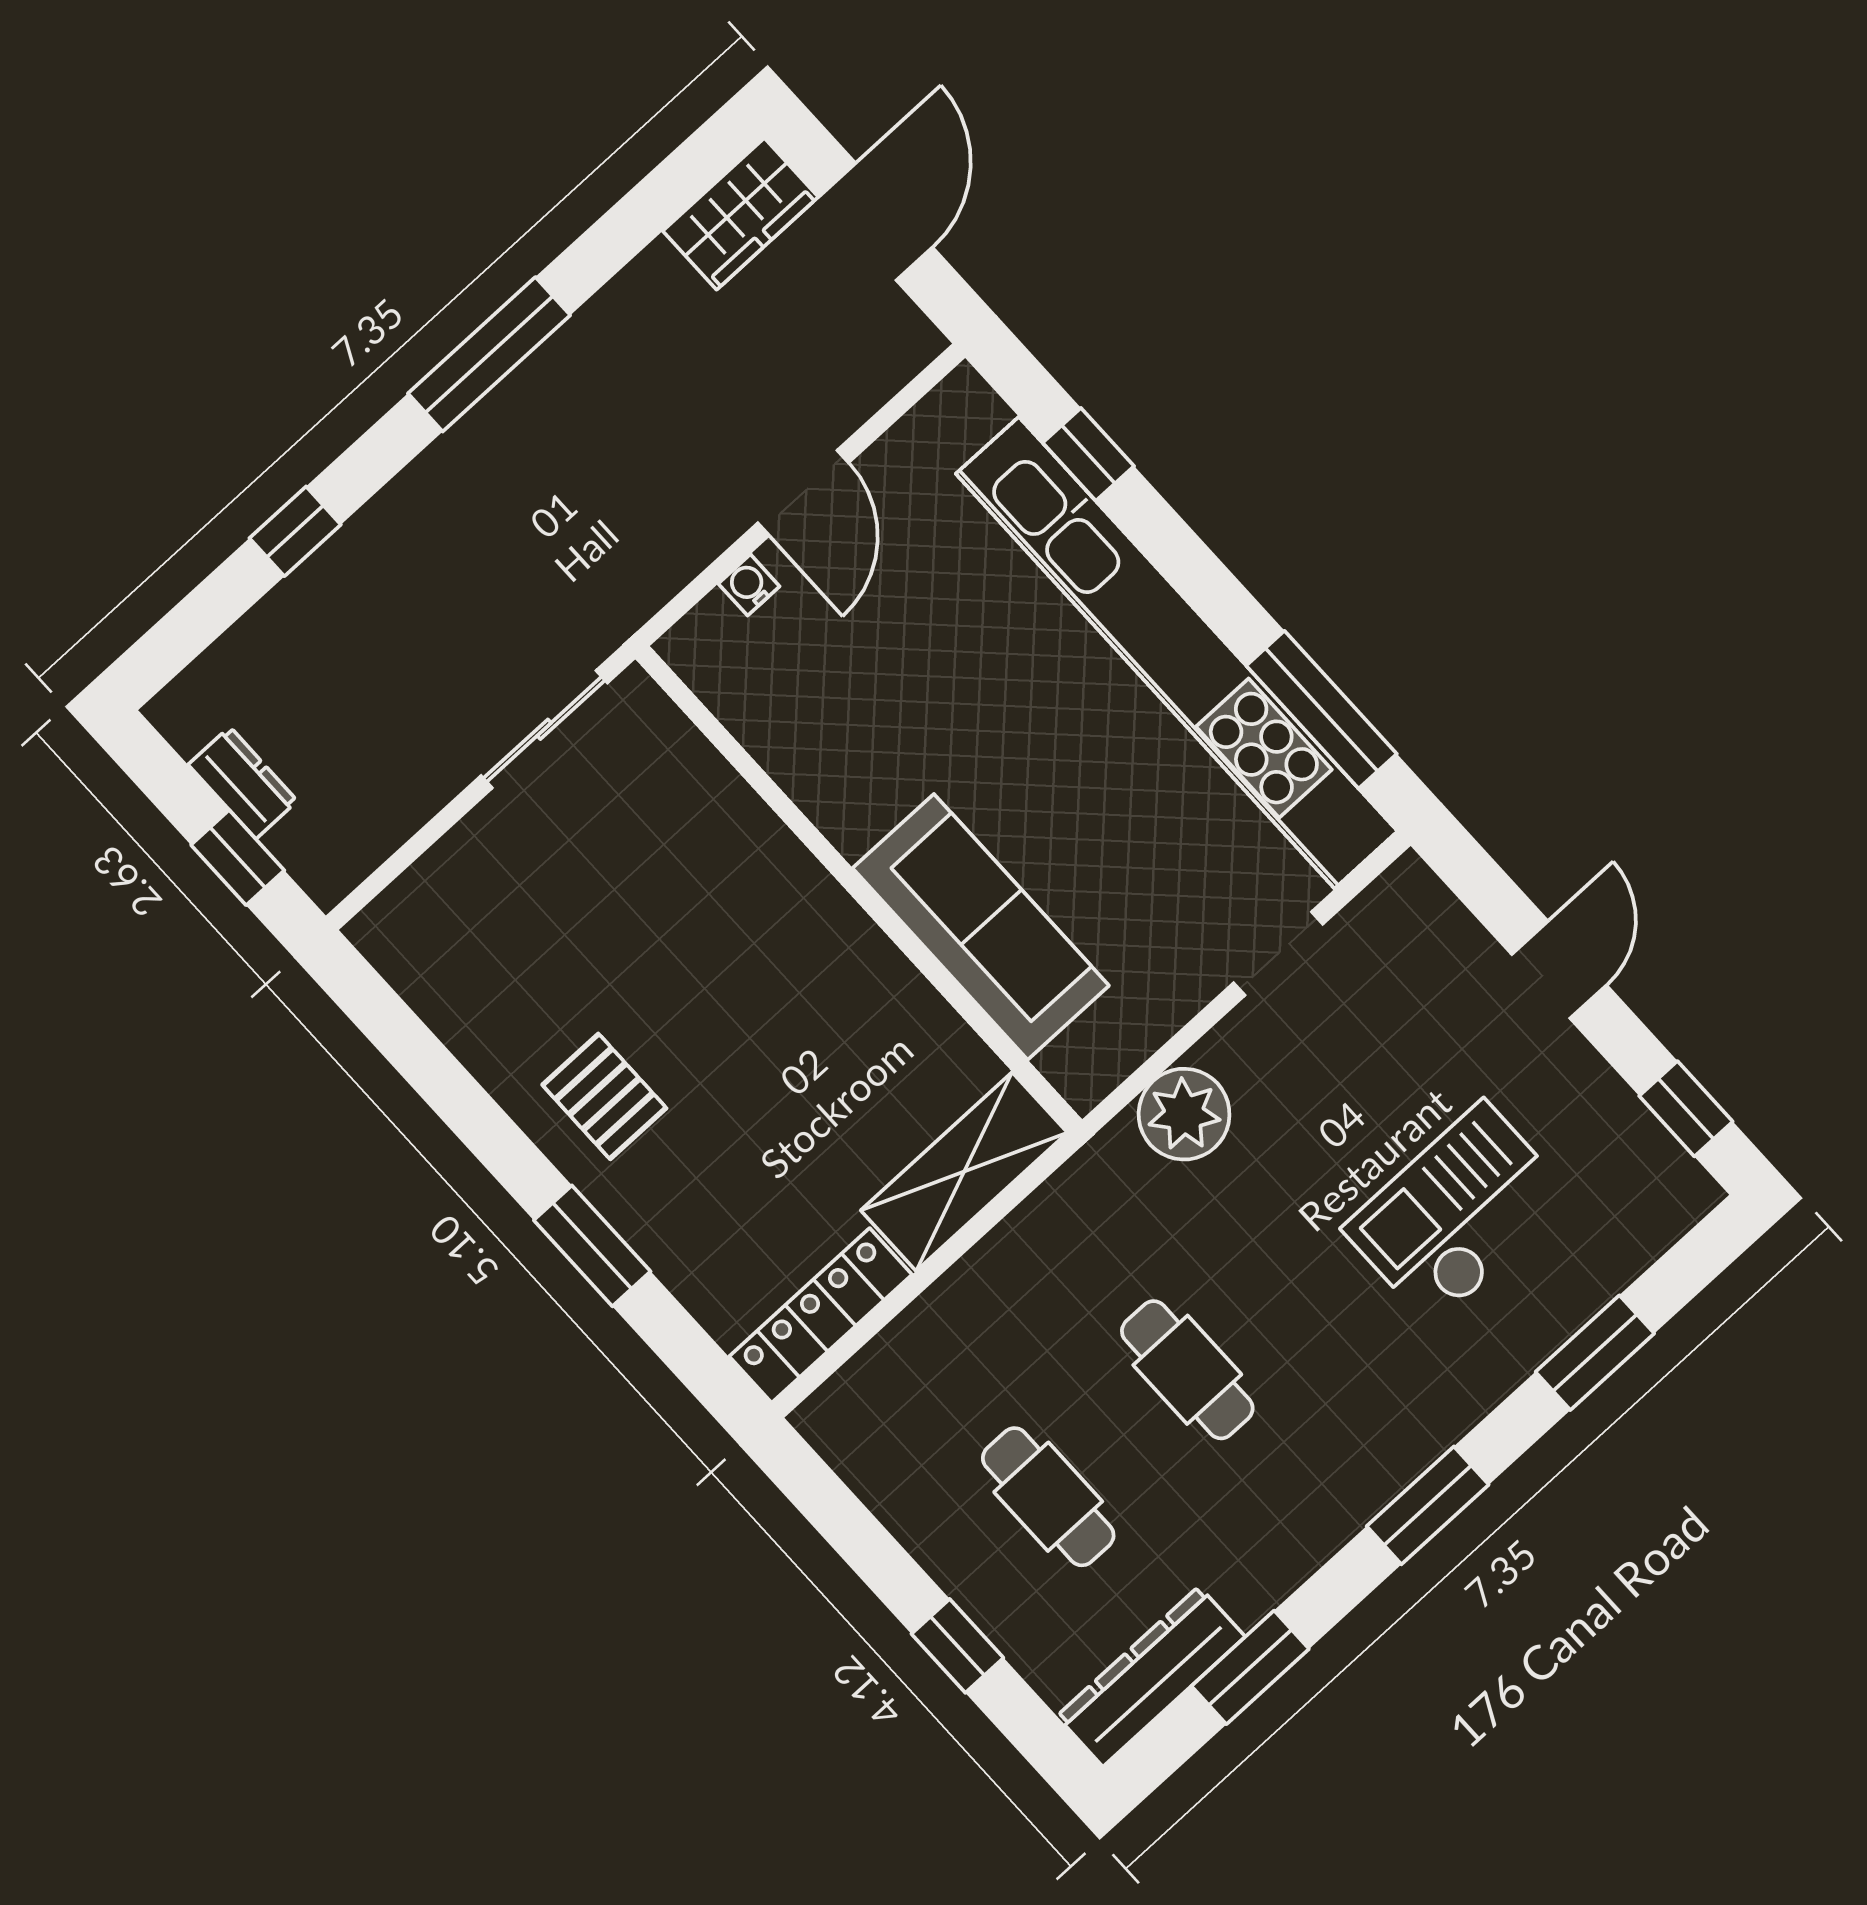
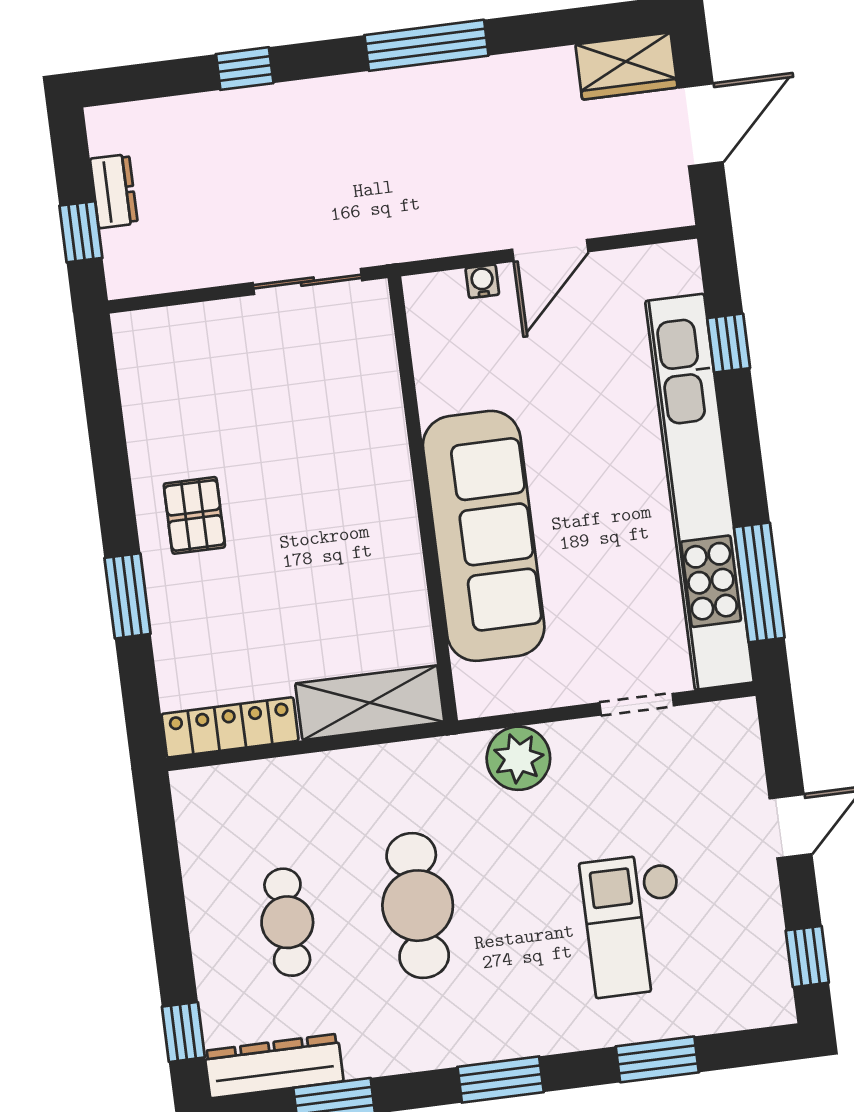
sofa: (981, 927) -> (484, 536), width x1.36, depth x1.27
checkout: (1458, 1214) -> (635, 925), turned -90
cafe table: (1187, 1370) -> (418, 906), width x1.37, depth x1.35
window: (957, 1646) -> (183, 1032), moved

